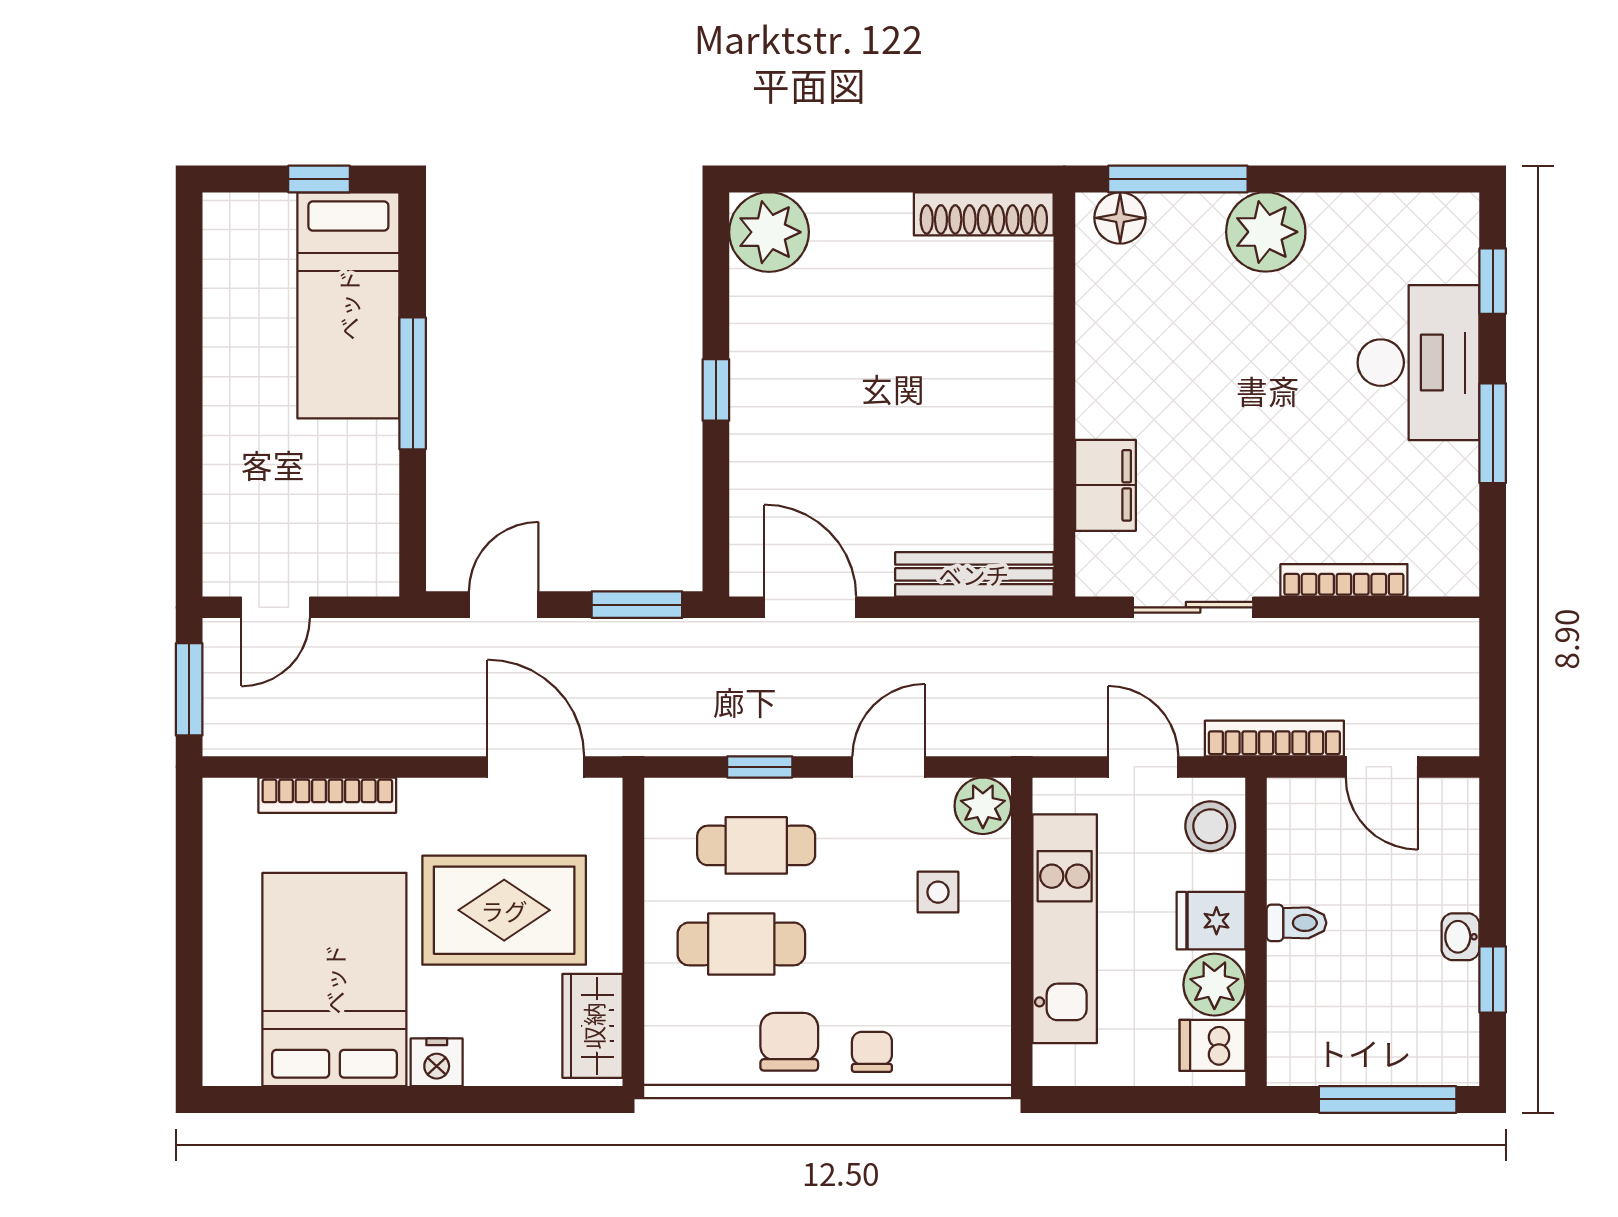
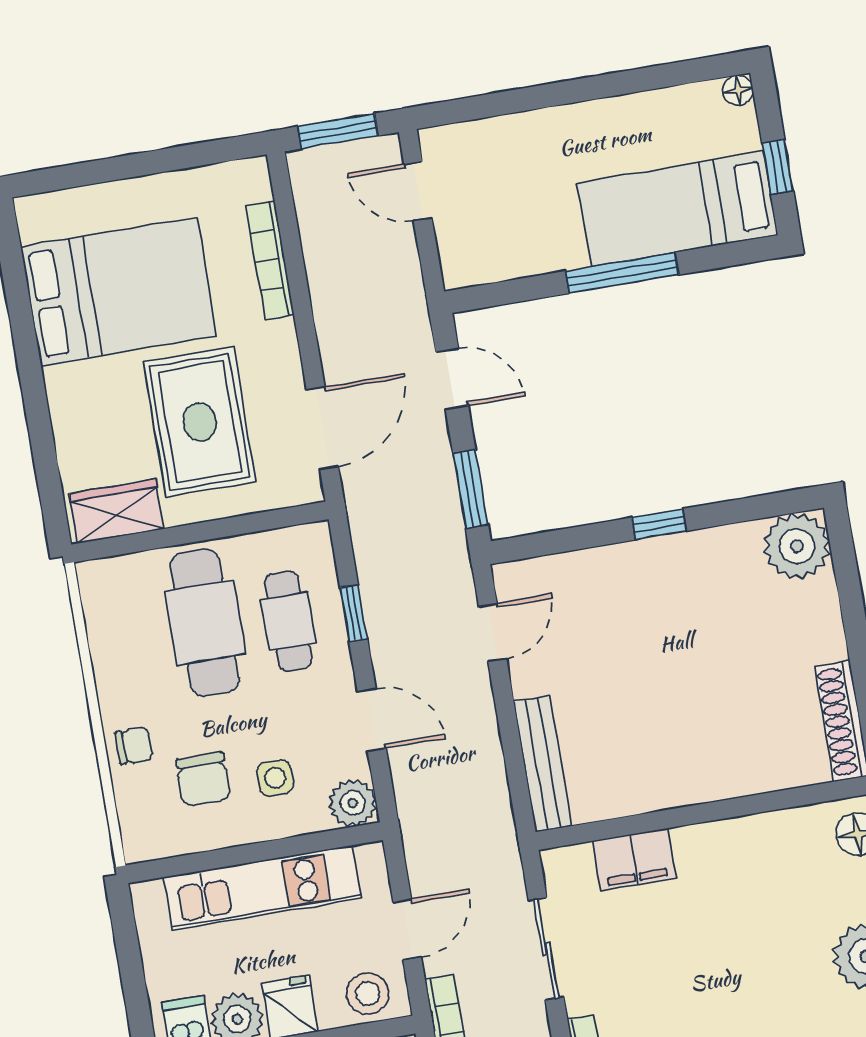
floor lamp: (221, 211) -> (738, 90), added
door: (810, 607) -> (493, 633), width x0.73
cafe table: (741, 944) -> (205, 623), width x1.37, depth x1.35
chair: (789, 1042) -> (203, 779), moved, turned 90
nightstand: (437, 1062) -> (65, 388), removed

